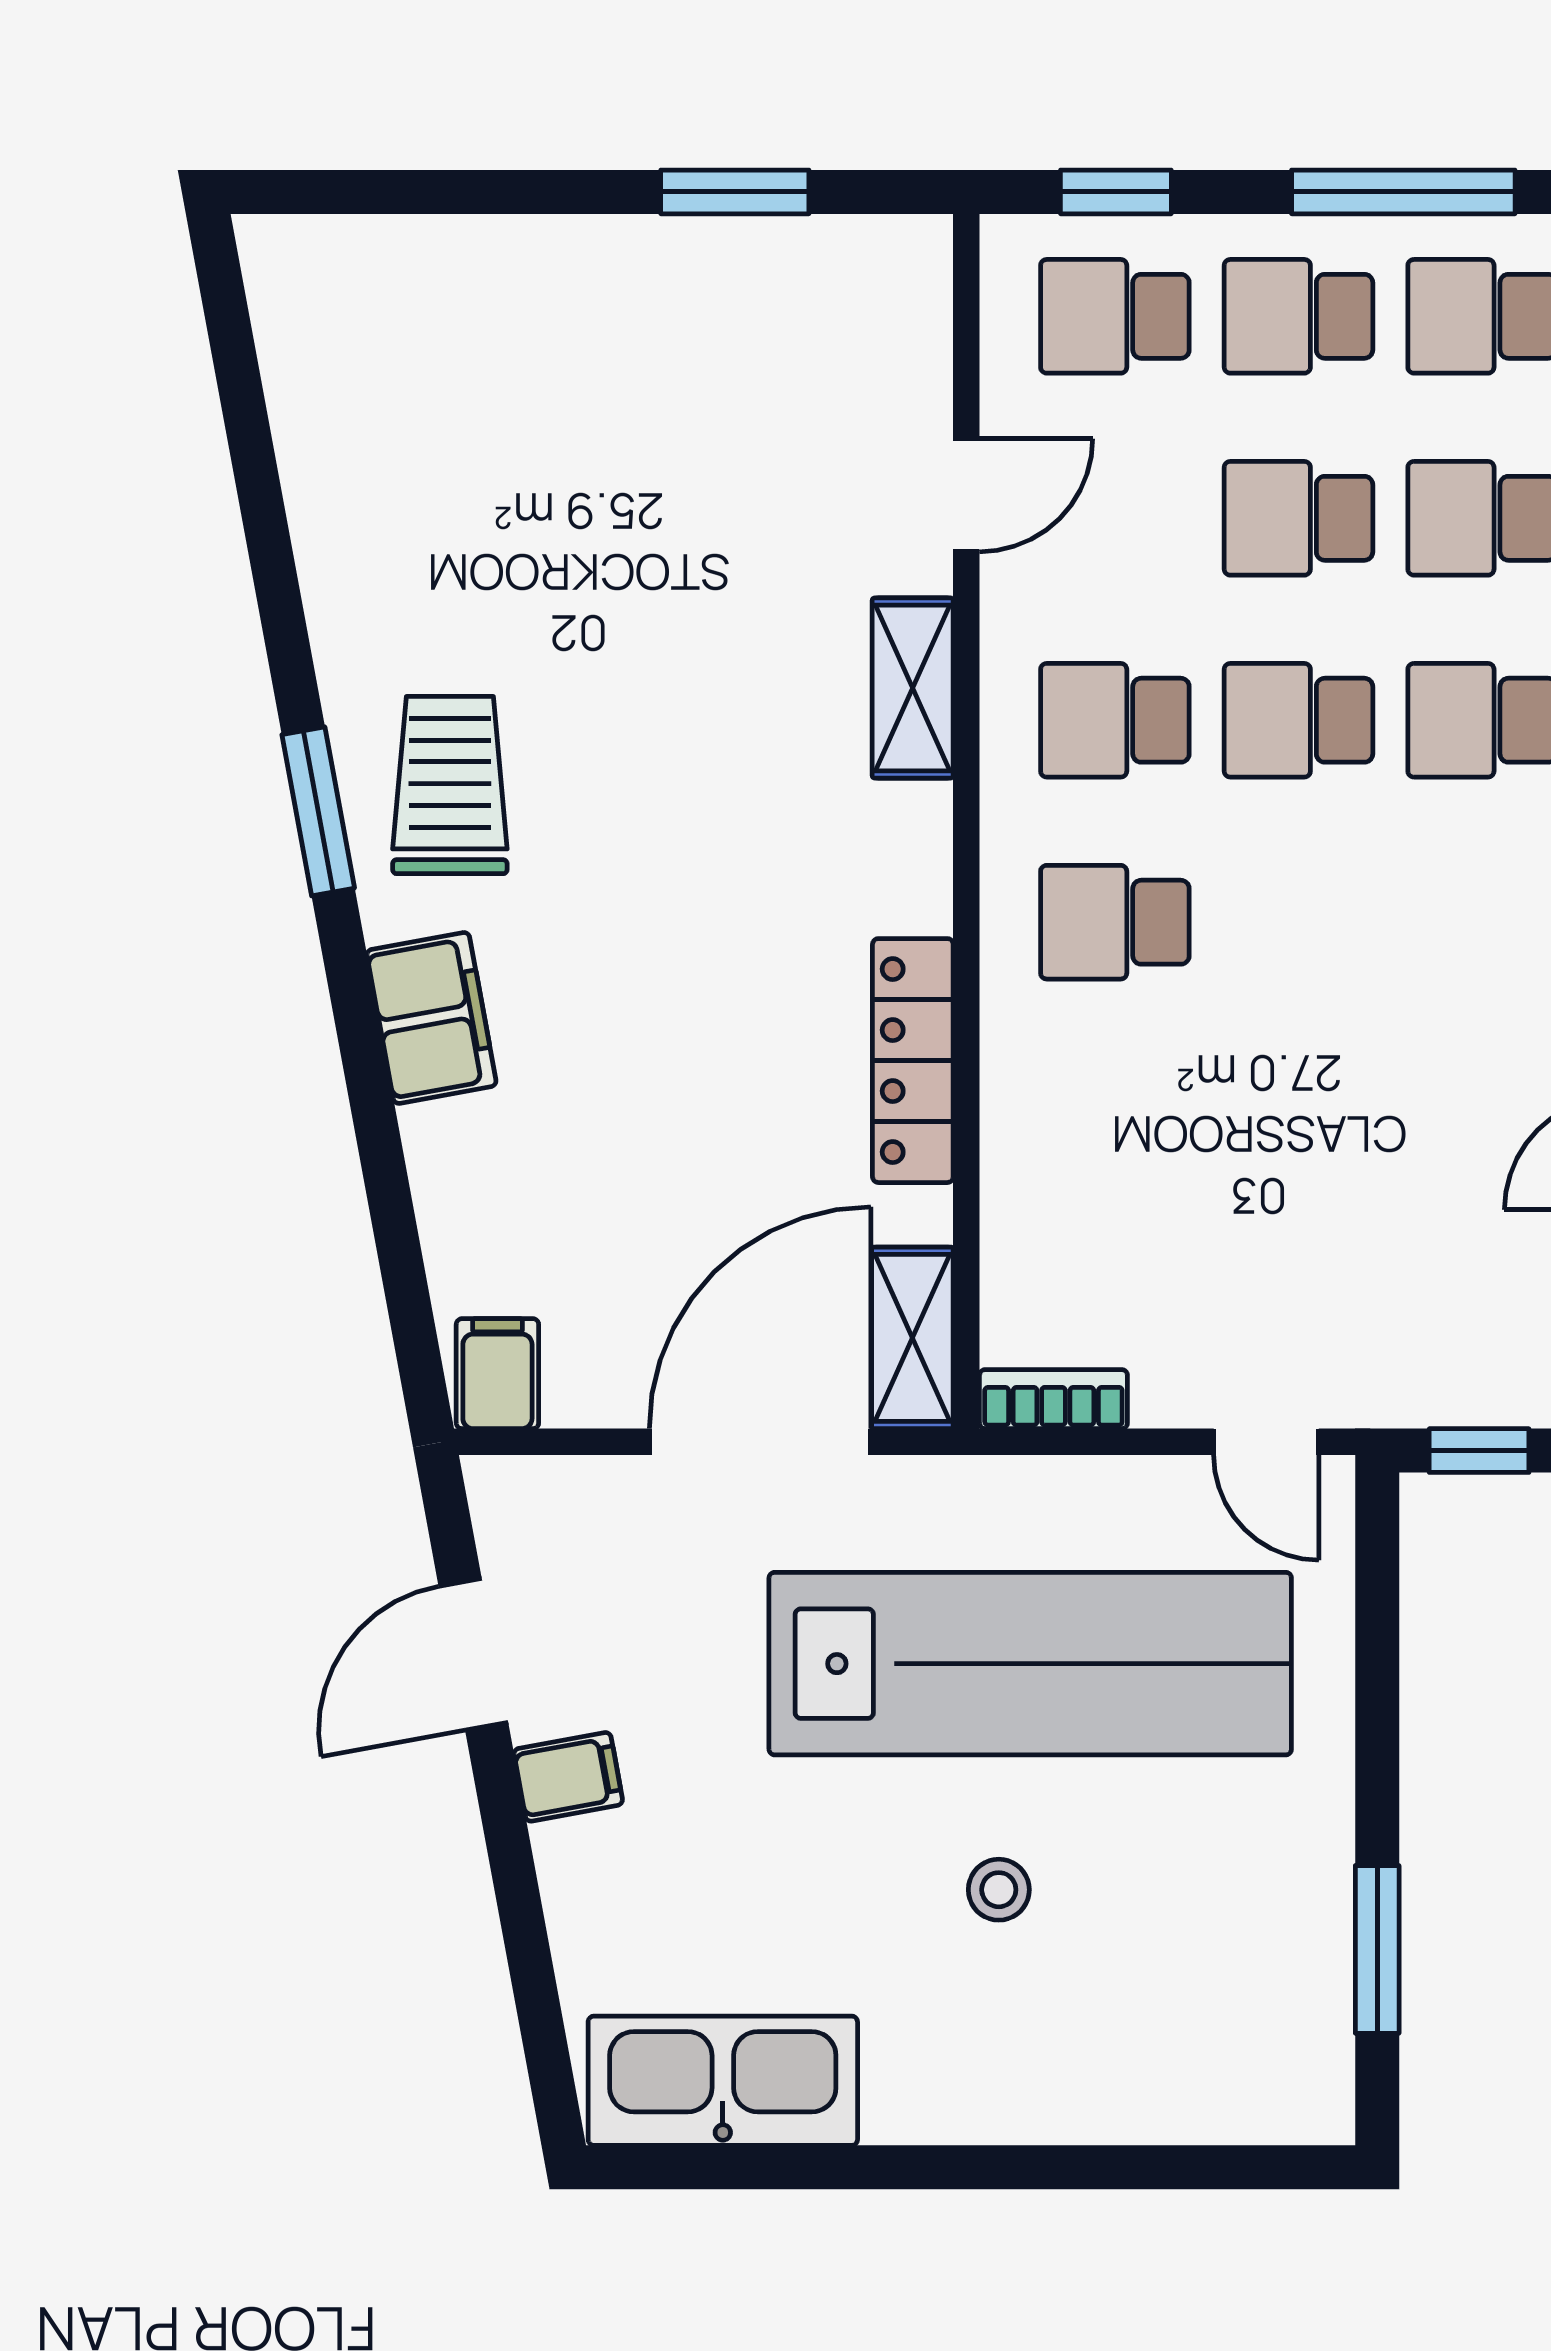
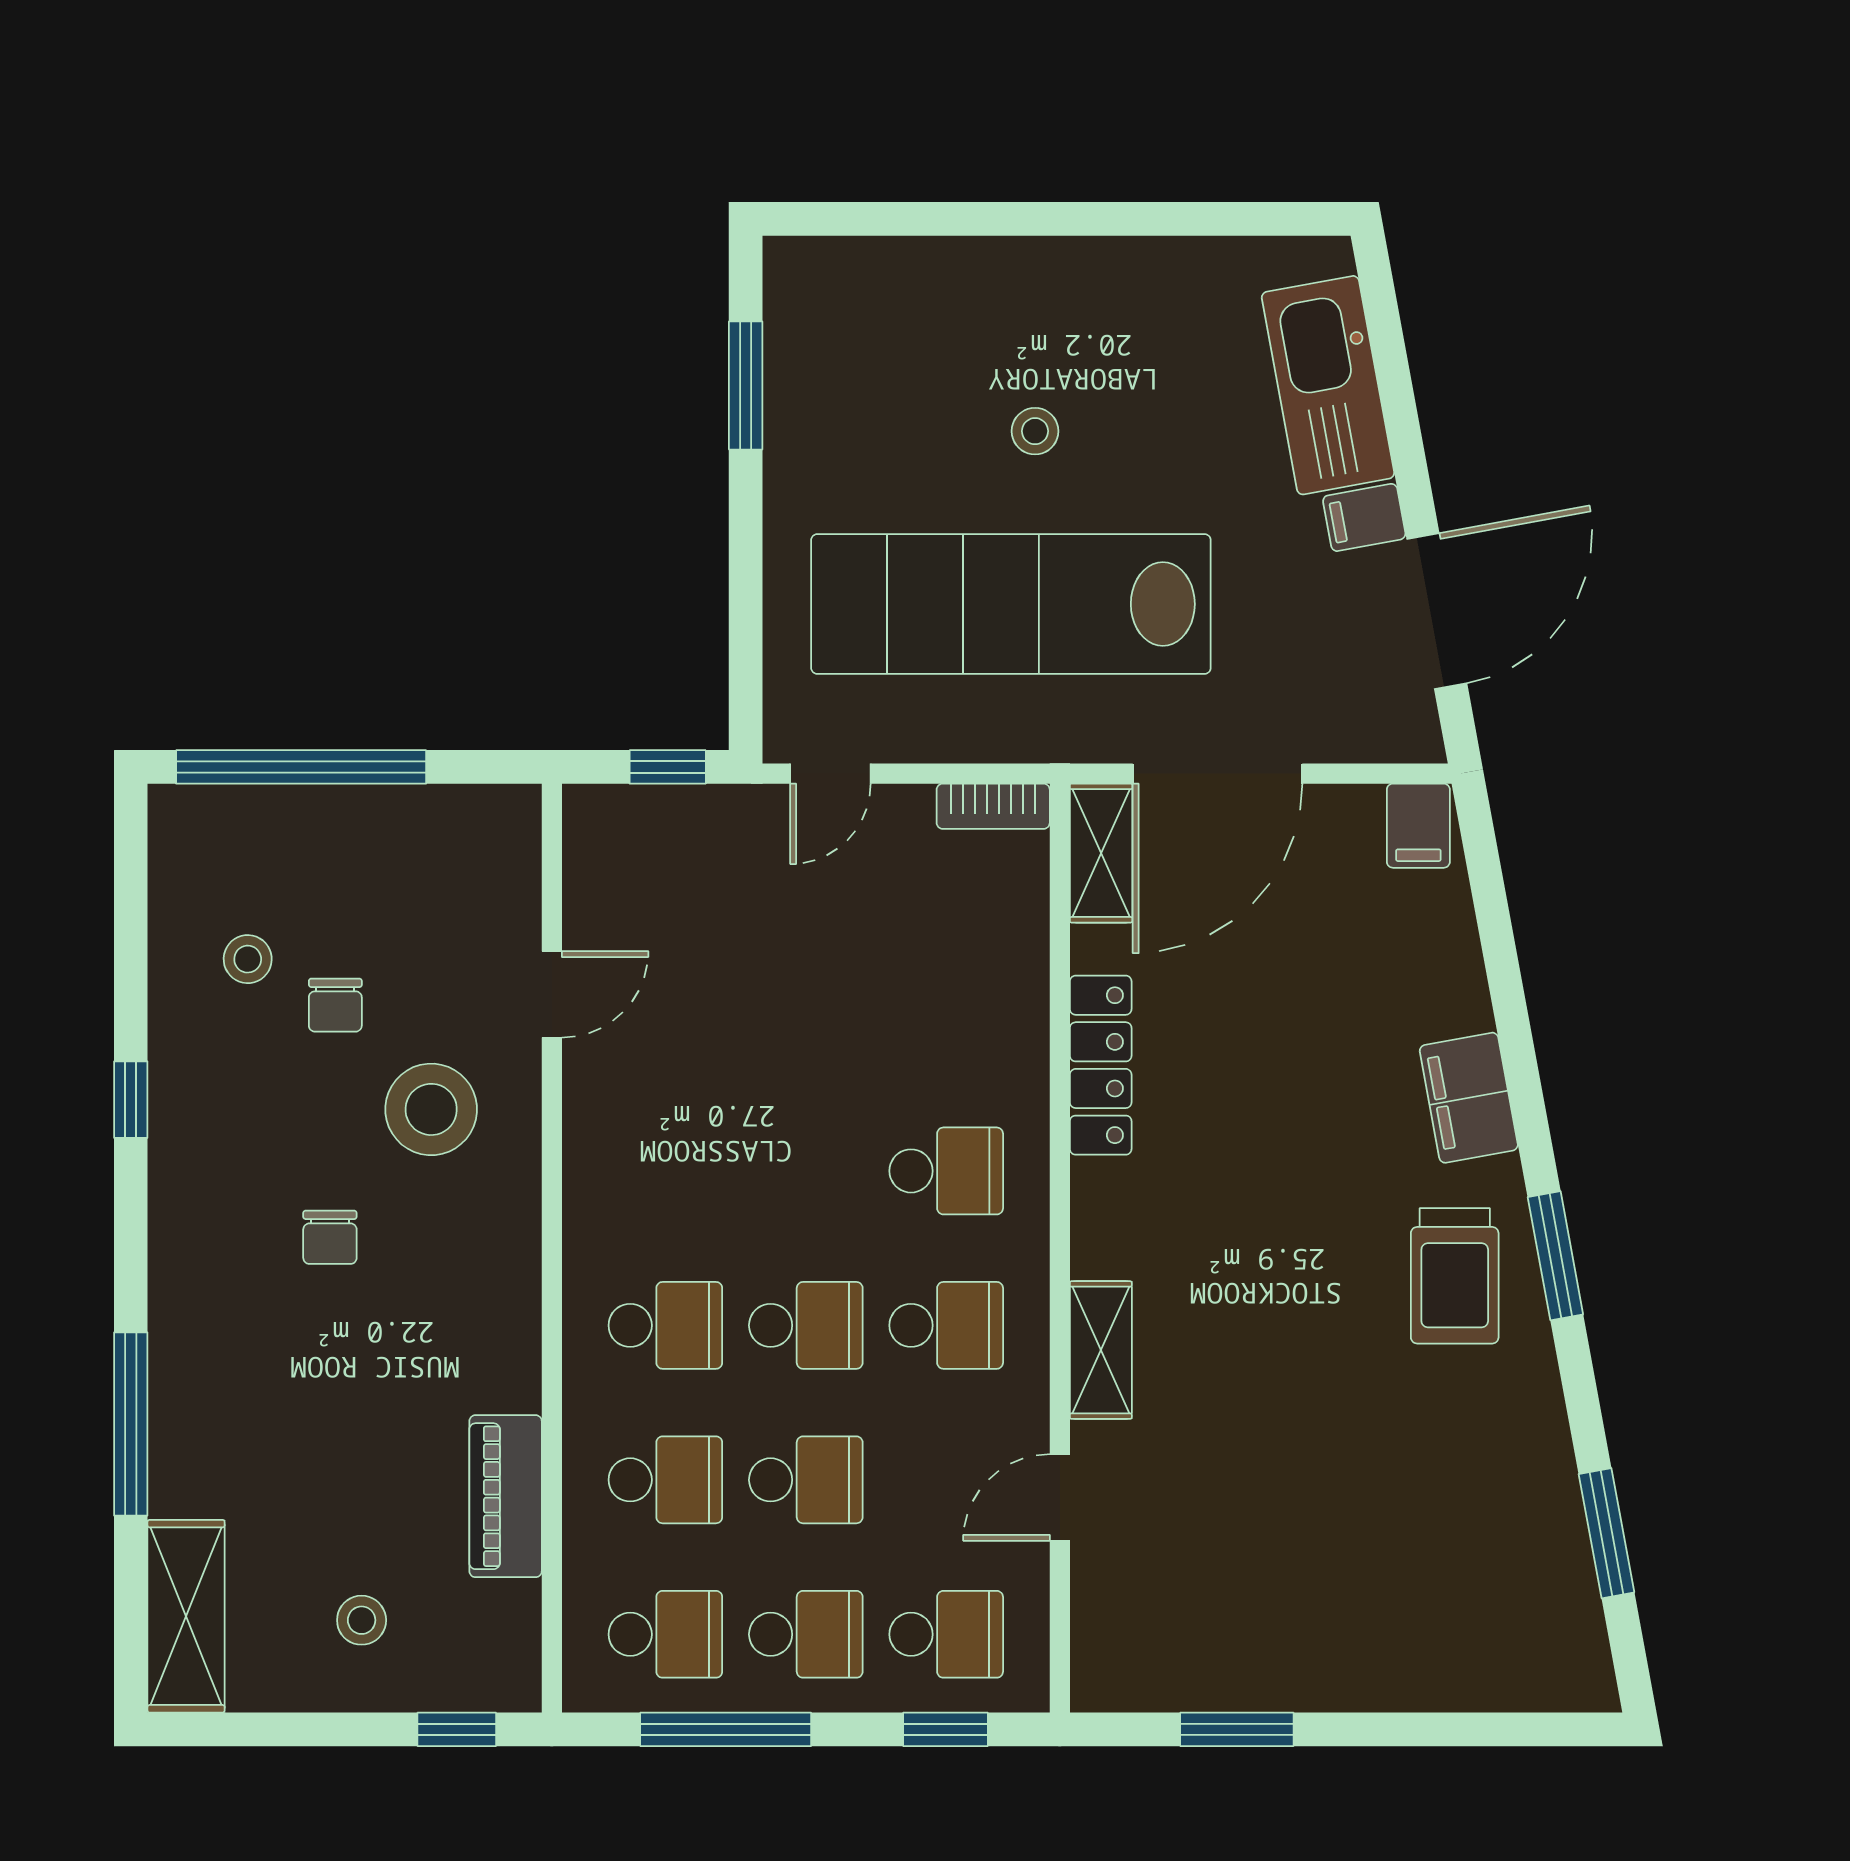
window: (251, 448) -> (1606, 1533), added
door: (1266, 1442) -> (830, 774), swing flipped
door: (473, 1654) -> (1437, 611), width x1.36
kitchen sink: (723, 2081) -> (1328, 385), moved, turned 80

